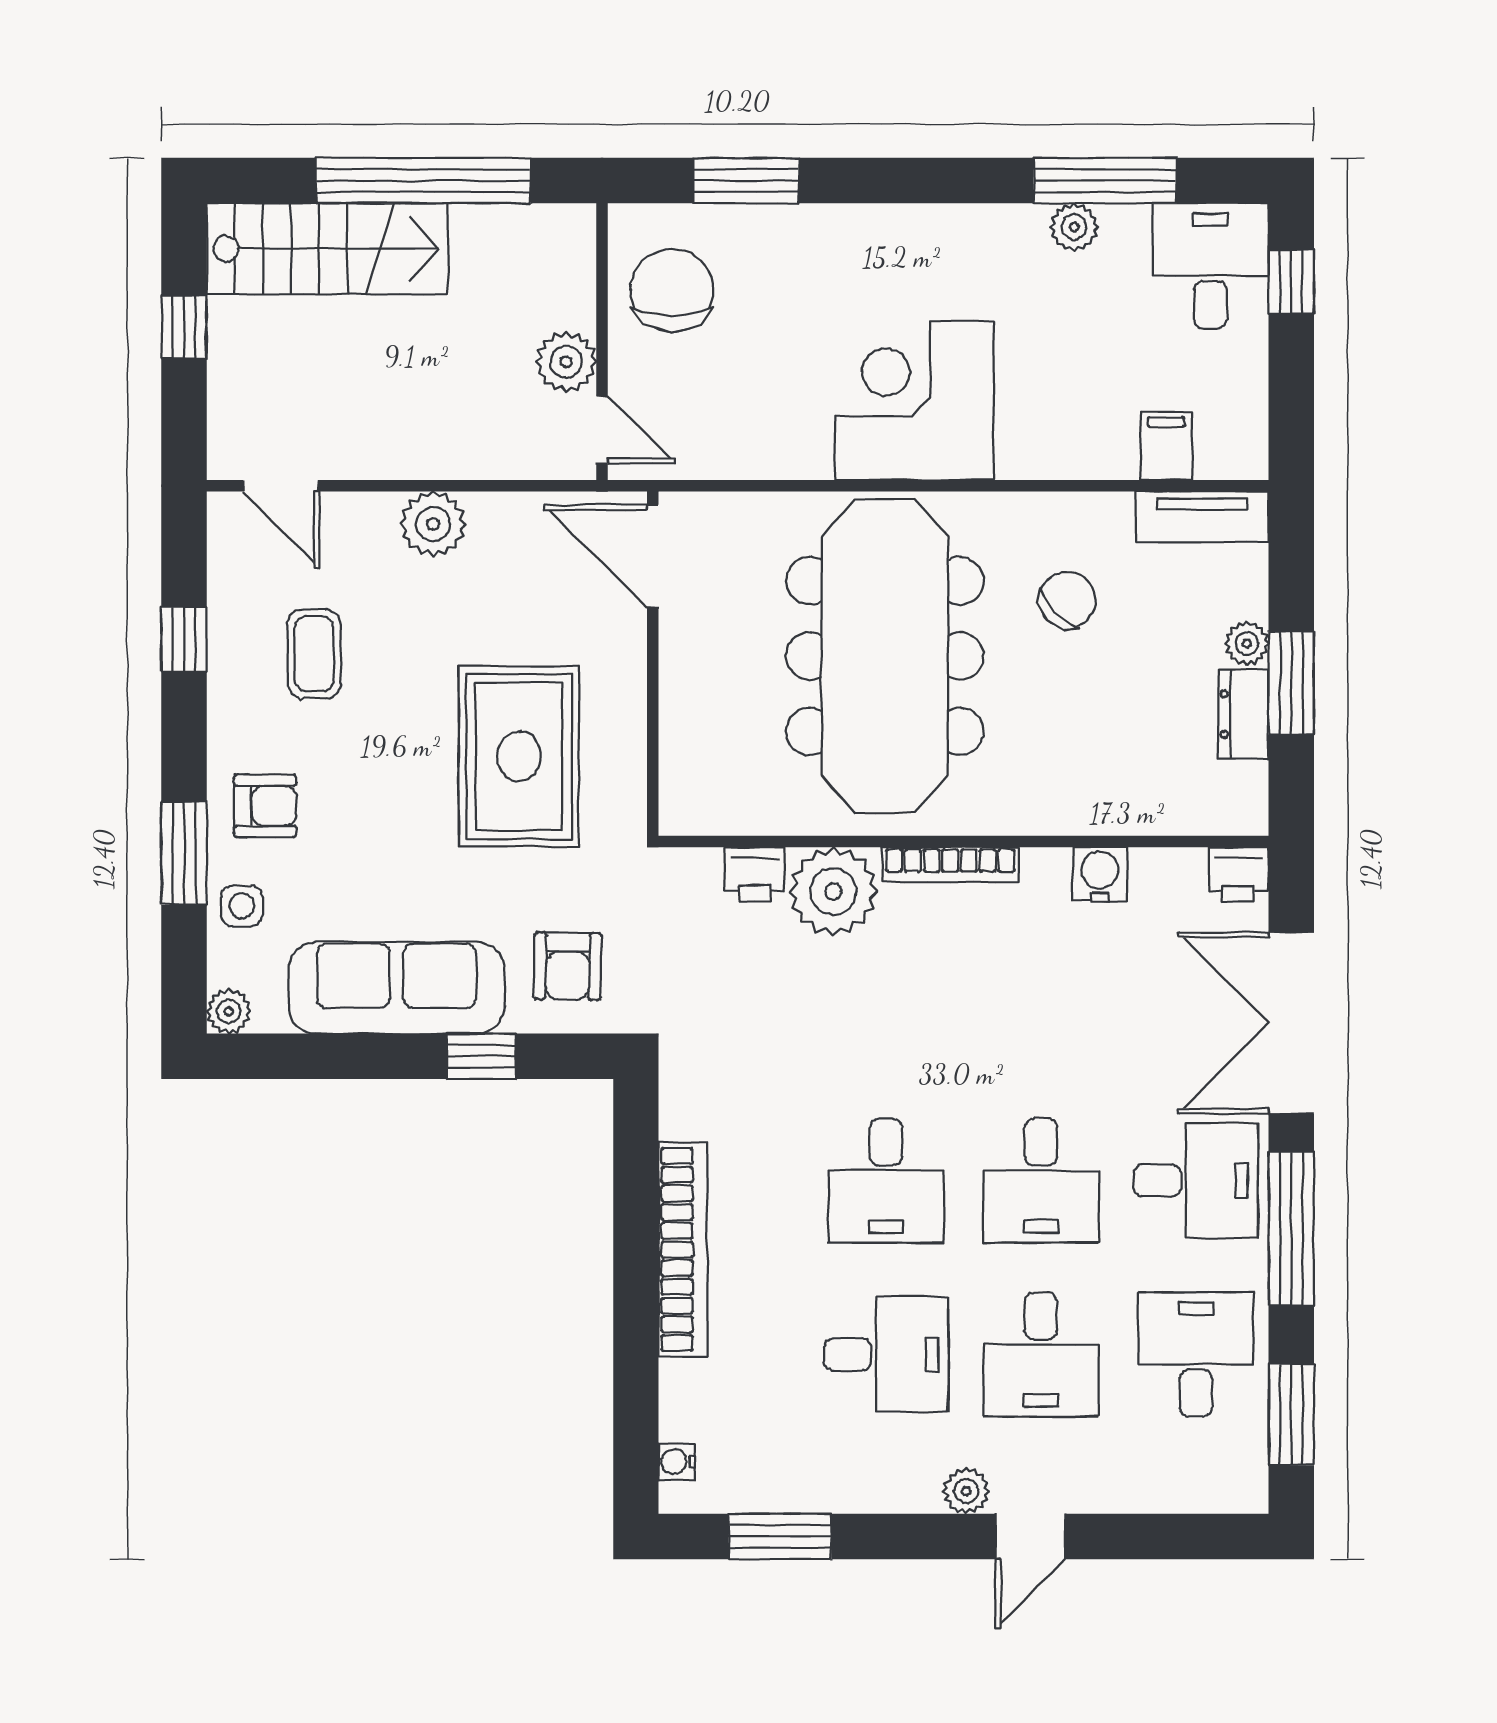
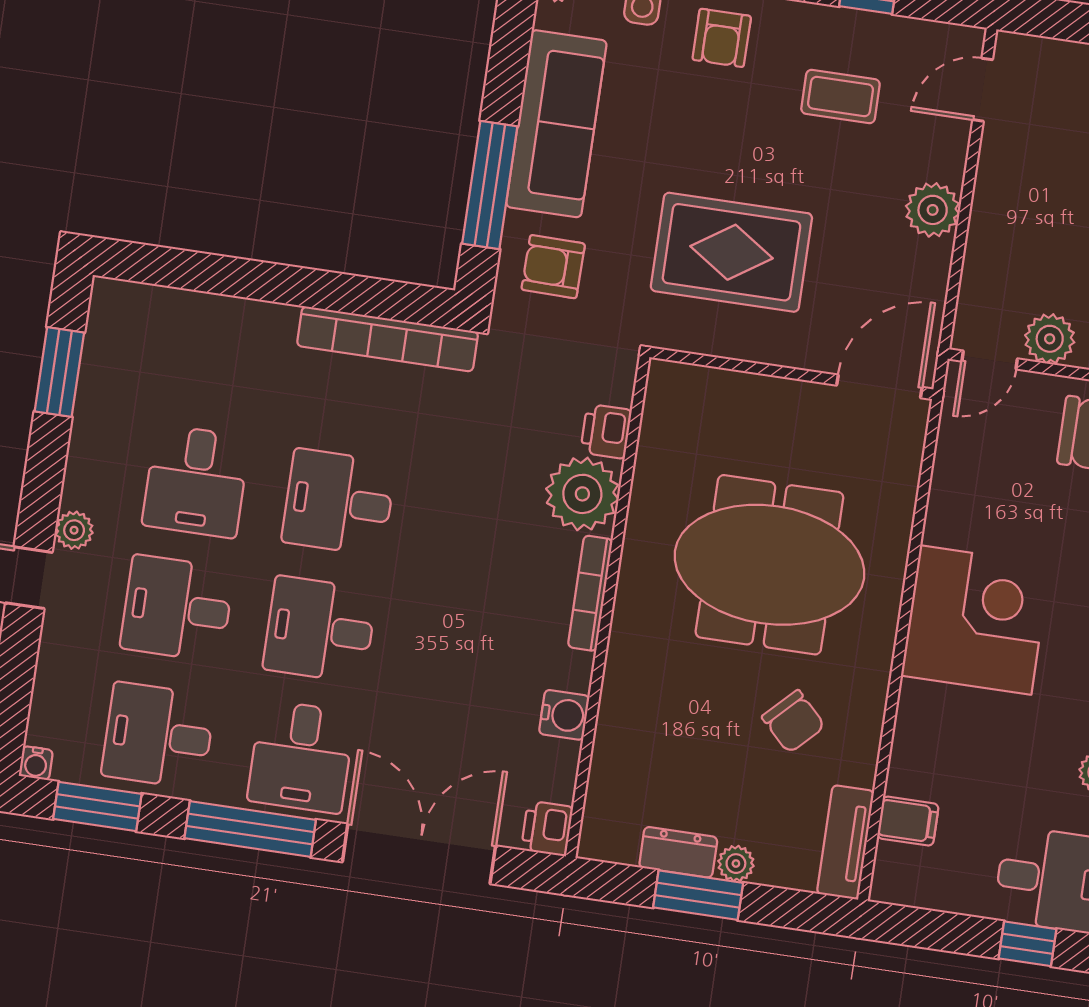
meeting table: (885, 656) -> (769, 565), width x0.73
window: (481, 1056) -> (490, 185), width x2.17
bookcase: (683, 1250) -> (388, 339), moved
desk: (1196, 1354) -> (158, 736), turned 180
water cooler: (677, 1462) -> (36, 763), moved, turned 180

